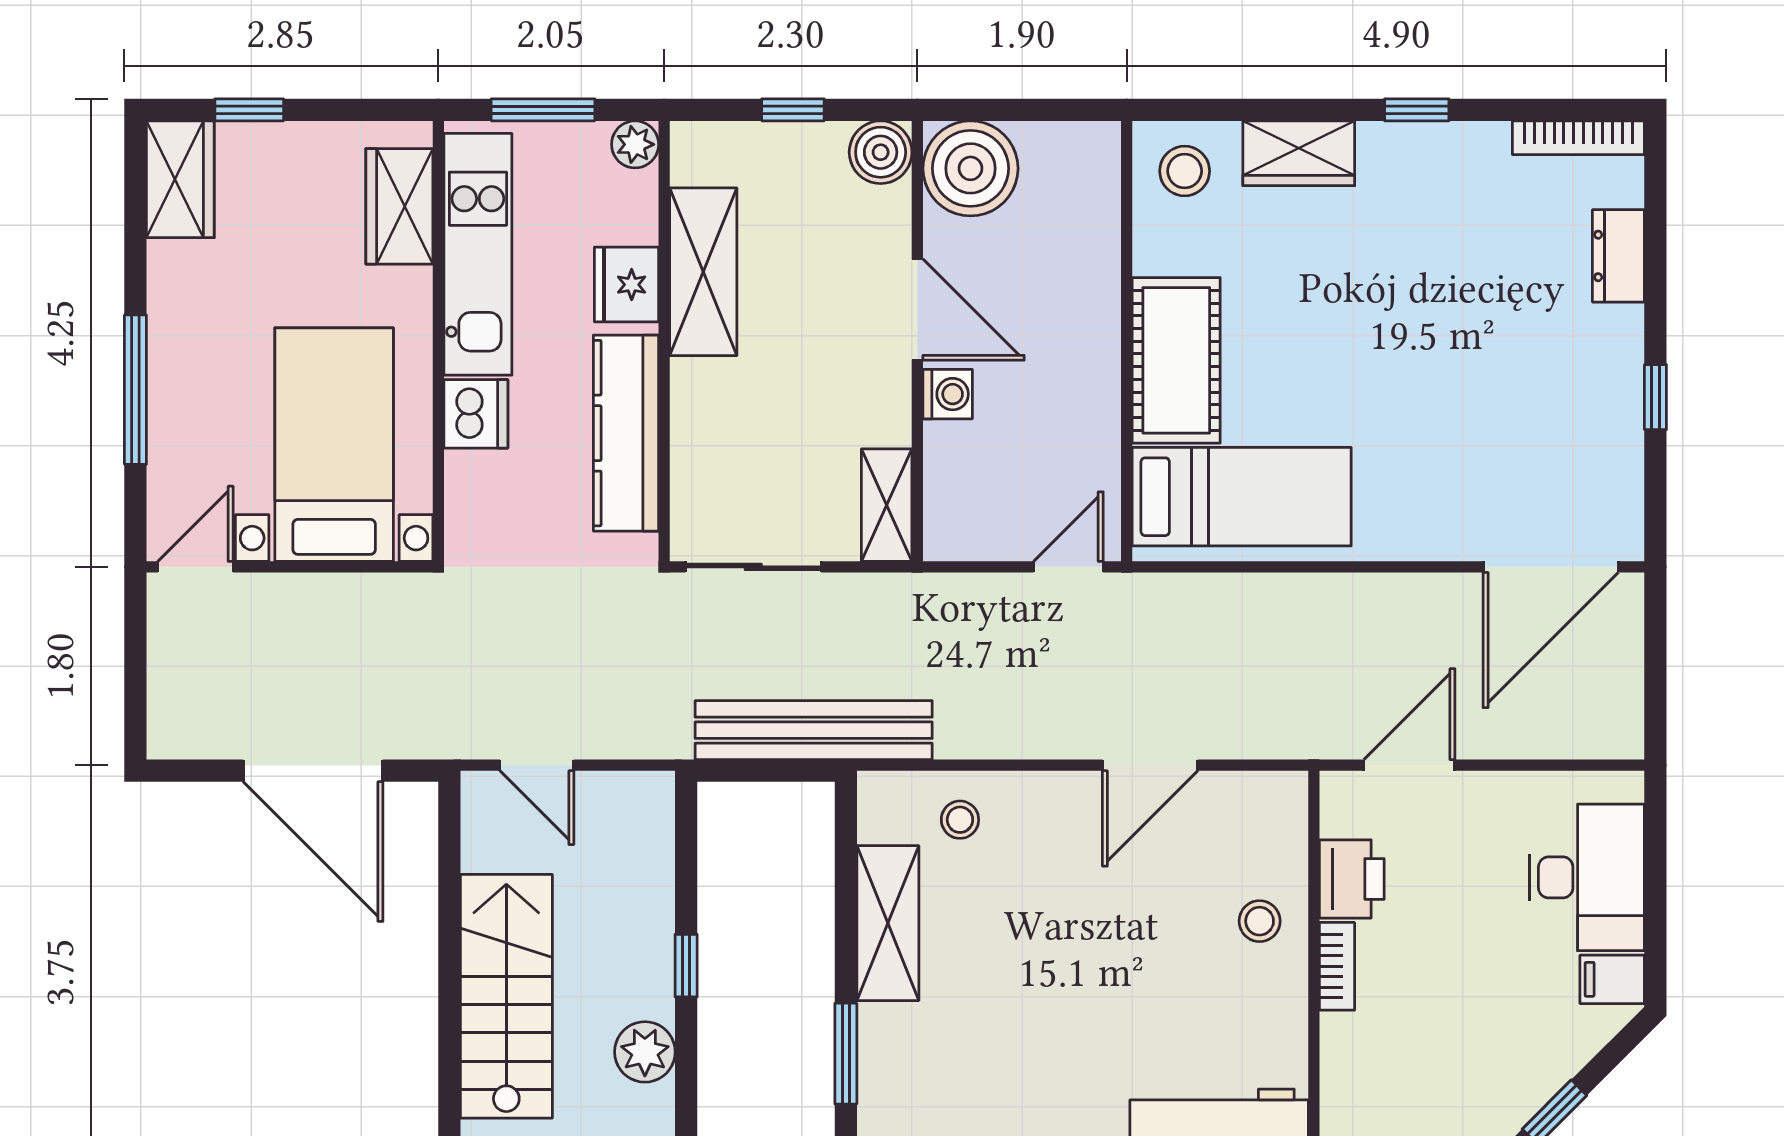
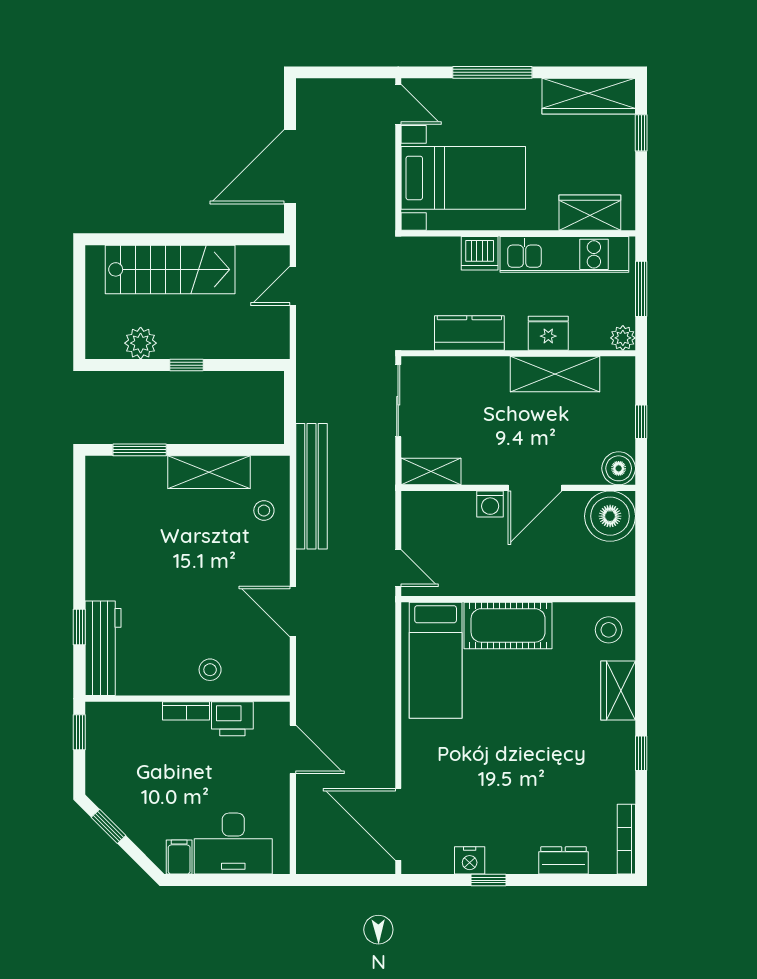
wardrobe: (180, 179) -> (589, 96), width x1.50
kitchen counter: (626, 433) -> (469, 333), width x0.67
nightstand: (1618, 433) -> (470, 860), added
bench: (814, 730) -> (311, 486), moved

